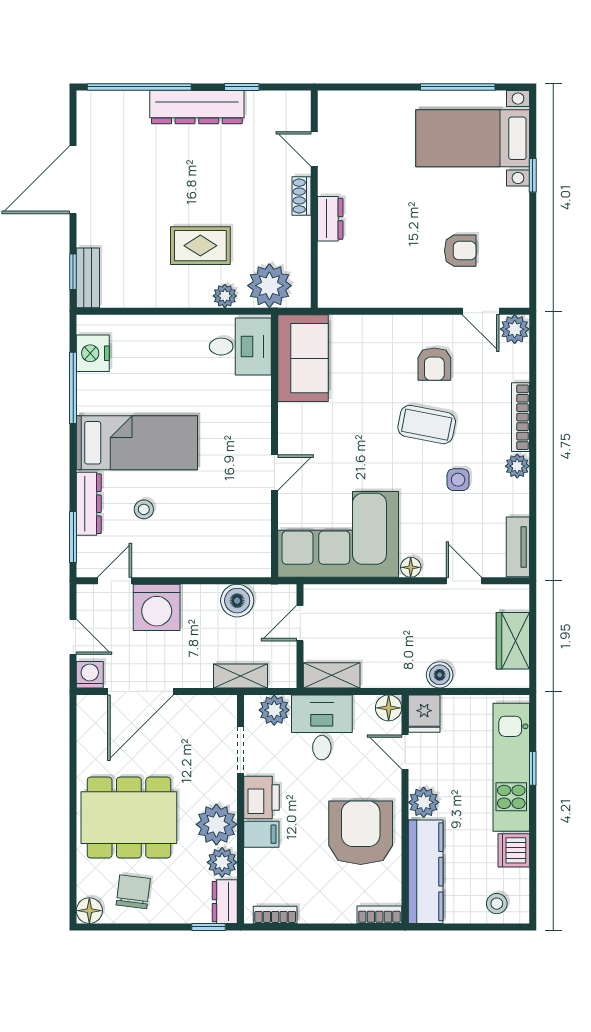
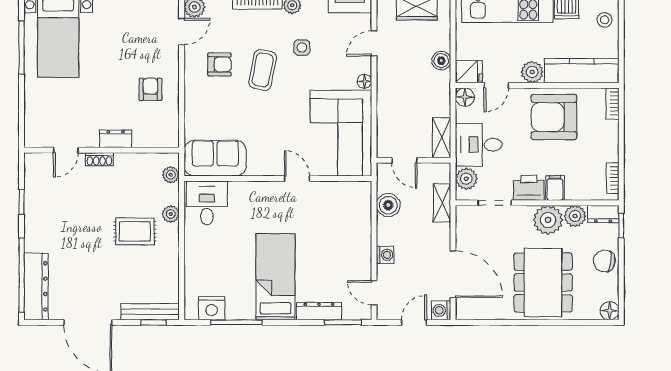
dresser: (197, 107) -> (36, 286), moved
rug: (200, 246) -> (135, 231), turned 90
armchair: (460, 251) -> (150, 89), moved
bench: (88, 278) -> (150, 312), width x1.36
plant: (269, 286) -> (171, 175), width x0.53, depth x0.53
stool: (144, 509) -> (323, 272), removed
washing machine: (157, 607) -> (385, 255), width x0.53, depth x0.53
chair: (133, 892) -> (604, 261), moved

